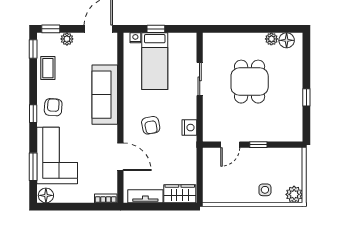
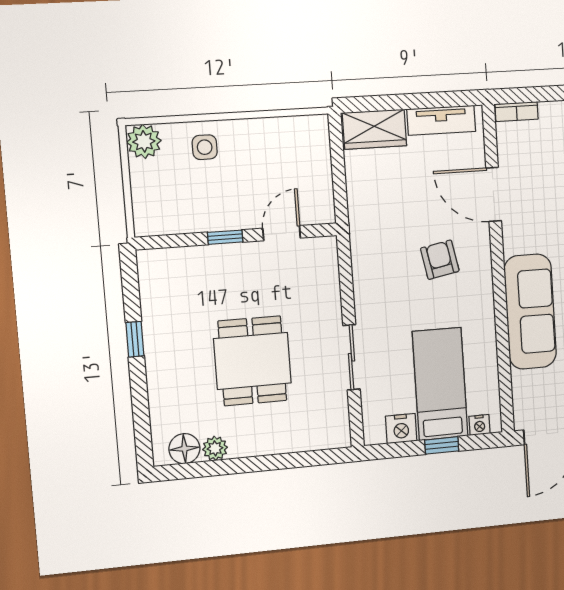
nightstand: (189, 128) -> (401, 429), moved, turned -90

